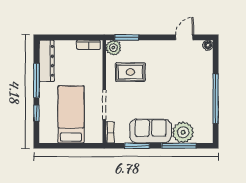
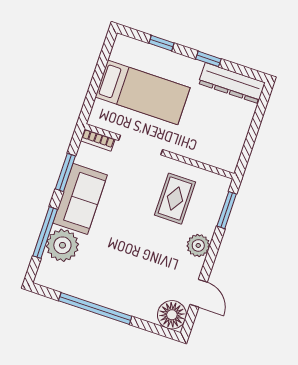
bookcase: (88, 45) -> (235, 151), removed
floor lamp: (208, 45) -> (172, 315), width x1.89, depth x1.89
plant: (113, 48) -> (198, 245), moved
window: (36, 80) -> (208, 59), width x0.46

